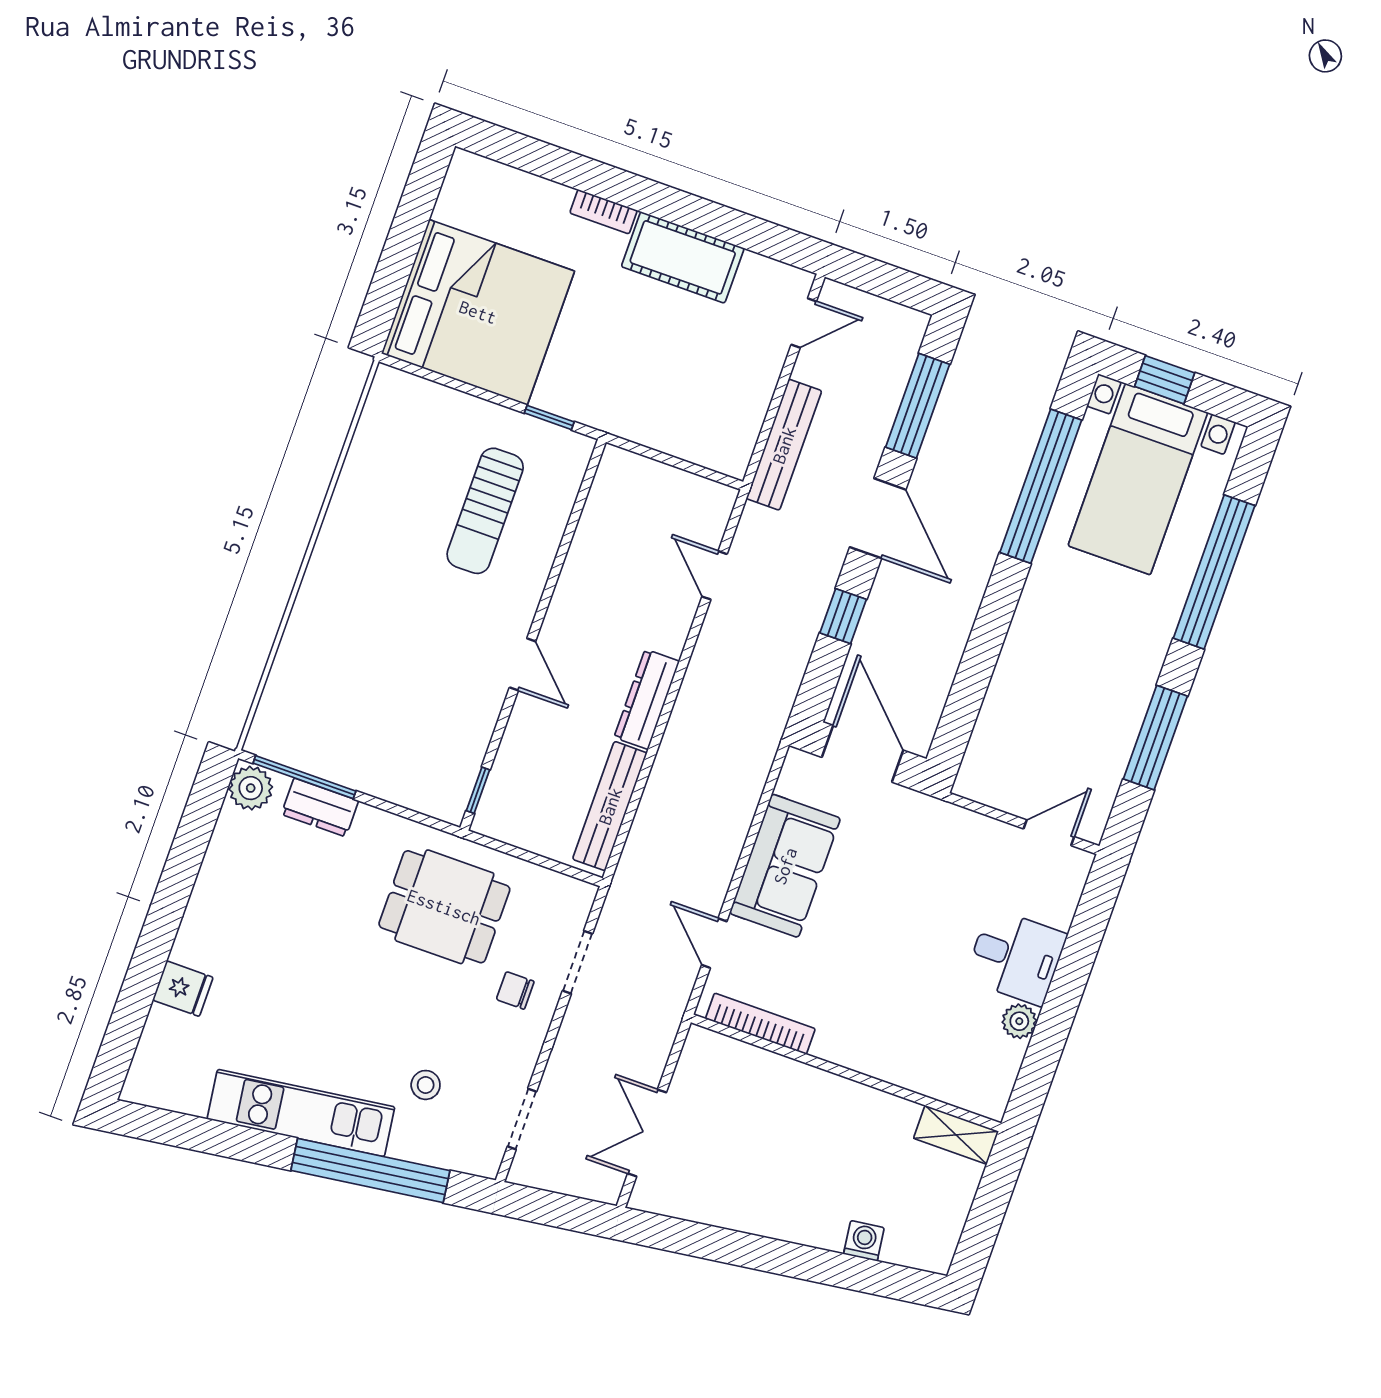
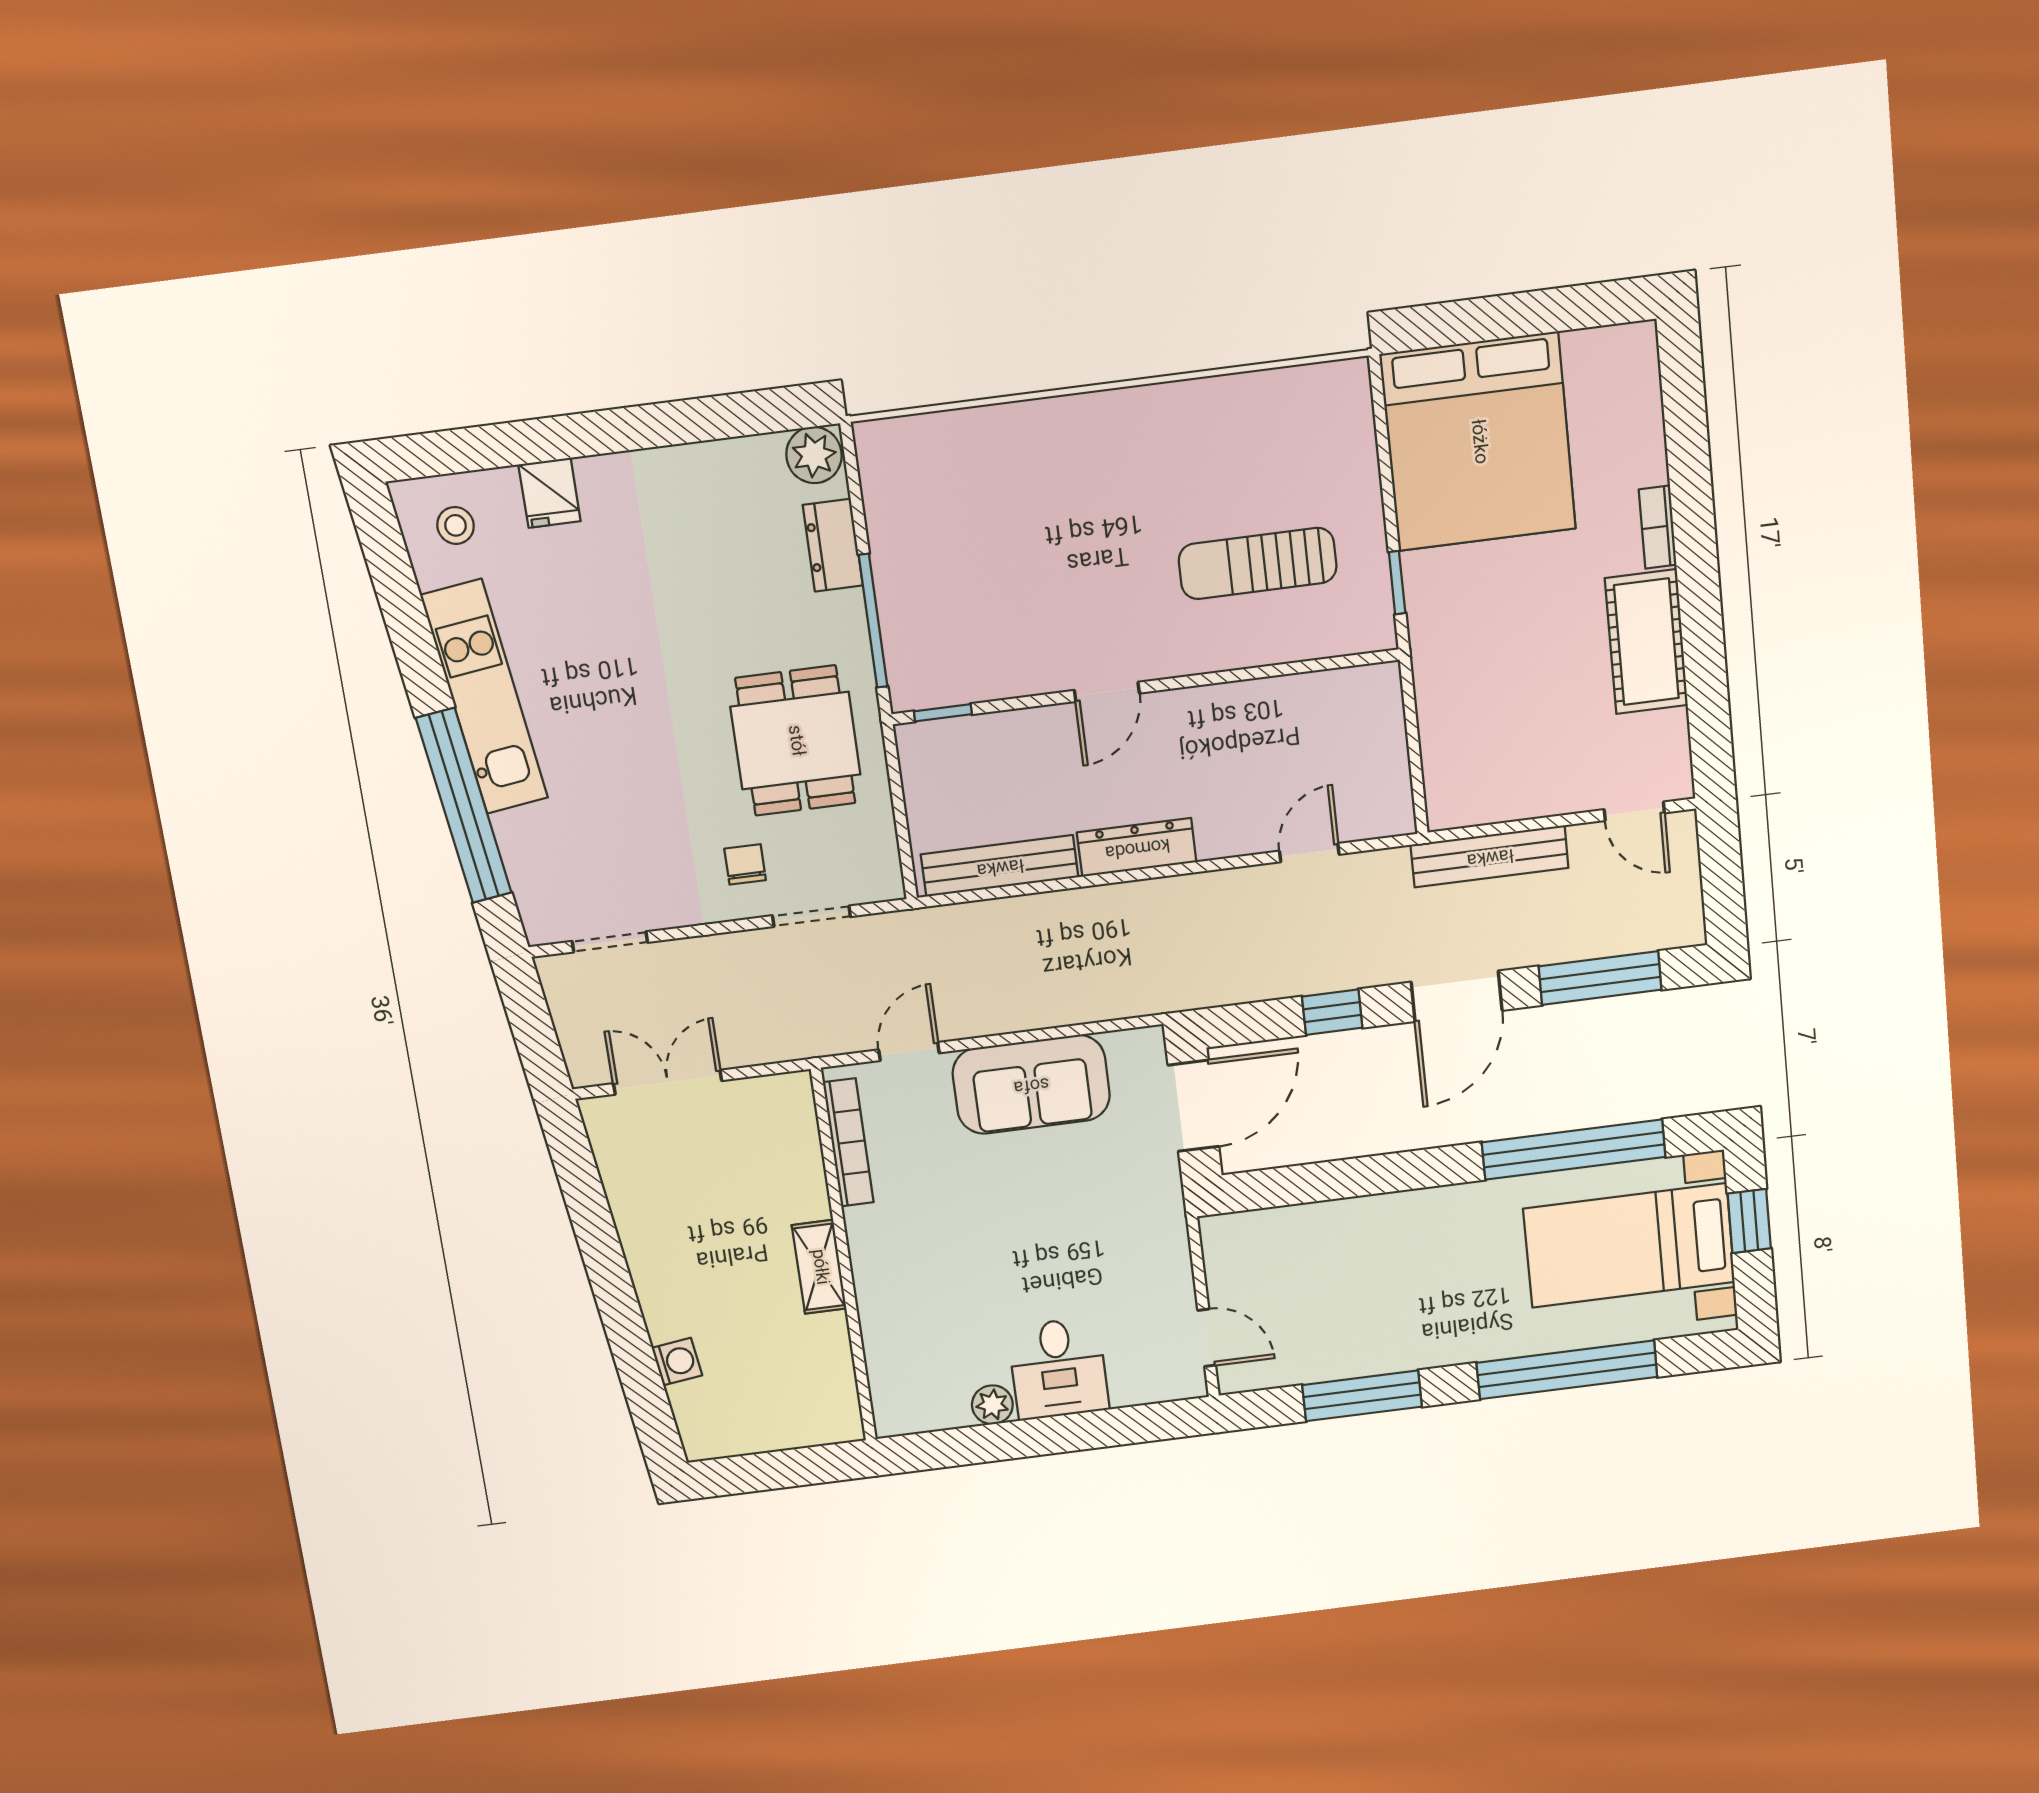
window: (304, 777) -> (873, 621), moved
stool: (426, 1085) -> (456, 525), moved
shelving: (956, 1135) -> (819, 1267), moved

